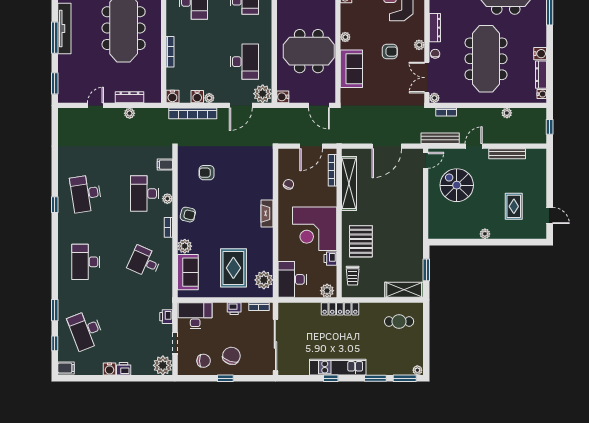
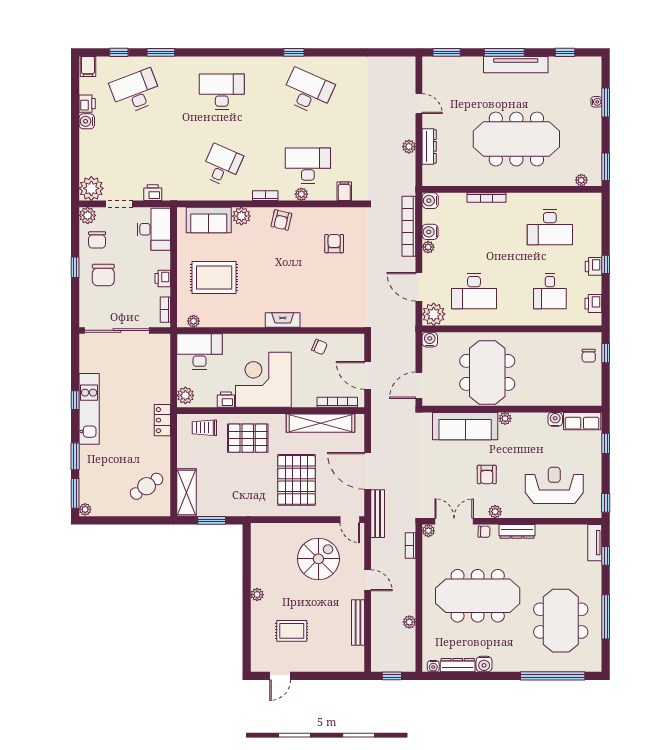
sofa: (351, 69) -> (465, 426), width x1.36
bench: (440, 138) -> (378, 514), moved
desk: (86, 194) -> (308, 92), turned 33
pallet: (394, 203) -> (297, 480), added
plant: (264, 280) -> (193, 321), width x0.53, depth x0.53
locker: (340, 309) -> (162, 420), width x0.66
cafe table: (399, 321) -> (147, 486), turned 55
chair: (231, 356) -> (103, 275), turned 71
plant: (184, 368) -> (88, 215), added
printer: (124, 369) -> (87, 104), moved

